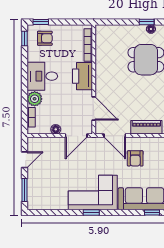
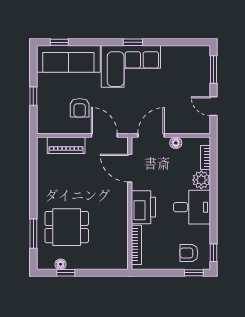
armchair: (135, 158) -> (80, 108), turned 180
door: (24, 160) -> (213, 106), hinge flipped

